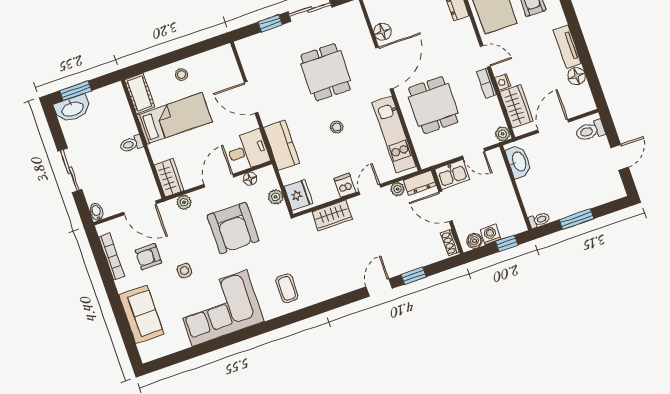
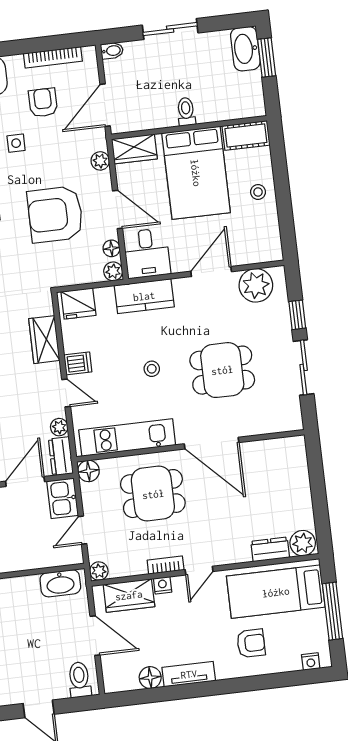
floor lamp: (383, 32) -> (89, 471), moved
plant: (254, 60) -> (256, 285), added
bed: (174, 118) -> (196, 173), width x1.50
plant: (276, 197) -> (113, 271), moved

